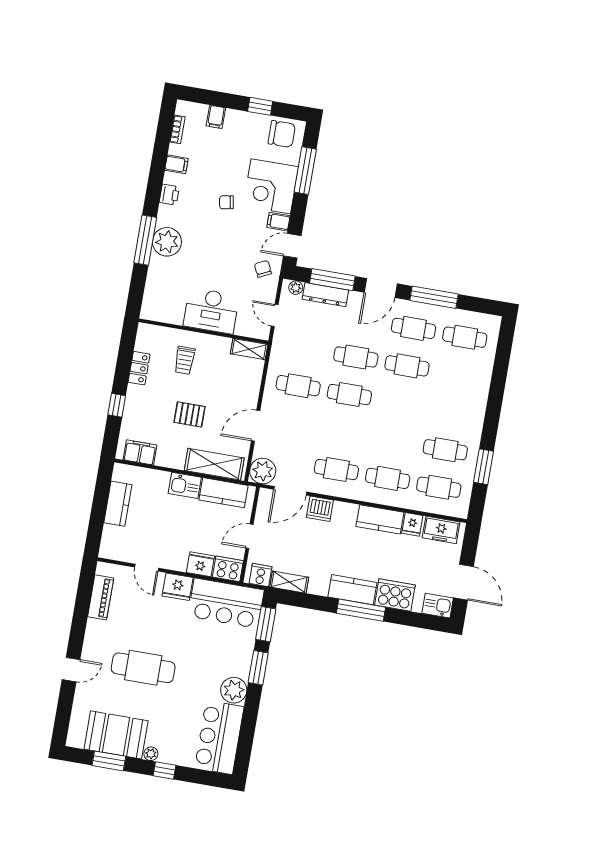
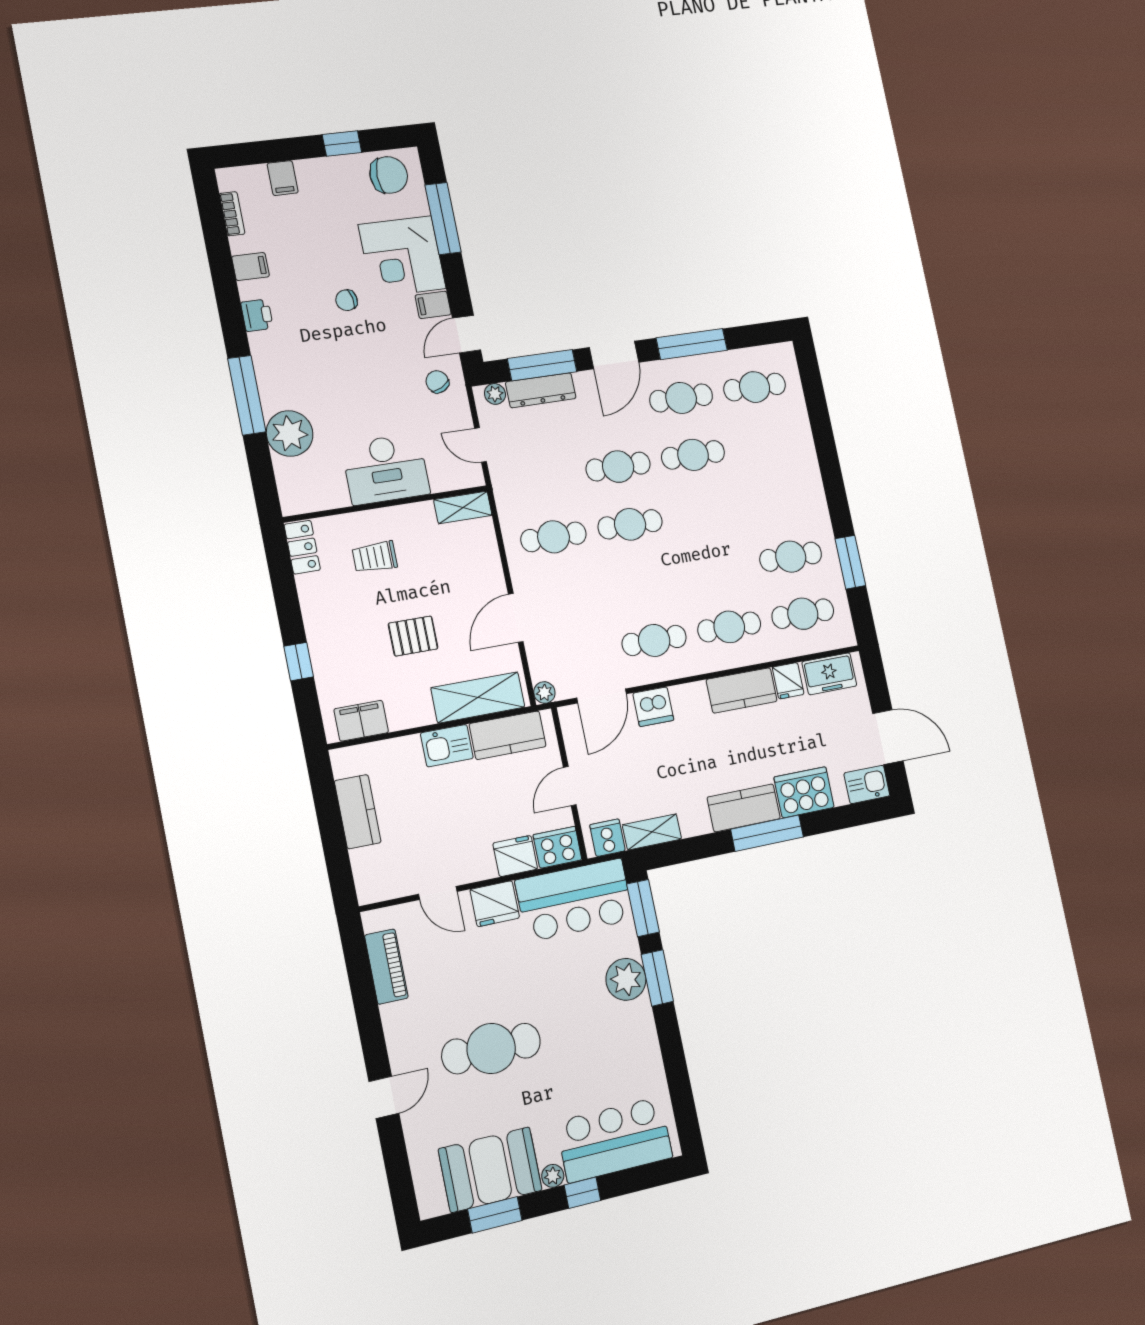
plant: (167, 242) -> (290, 433), moved
trolley: (185, 360) -> (375, 557), turned 90
locker: (139, 368) -> (302, 547), moved
plant: (263, 471) -> (544, 693), width x0.53, depth x0.53
plant: (234, 690) -> (626, 979), moved
bar counter: (219, 737) -> (615, 1140), moved, turned 90

